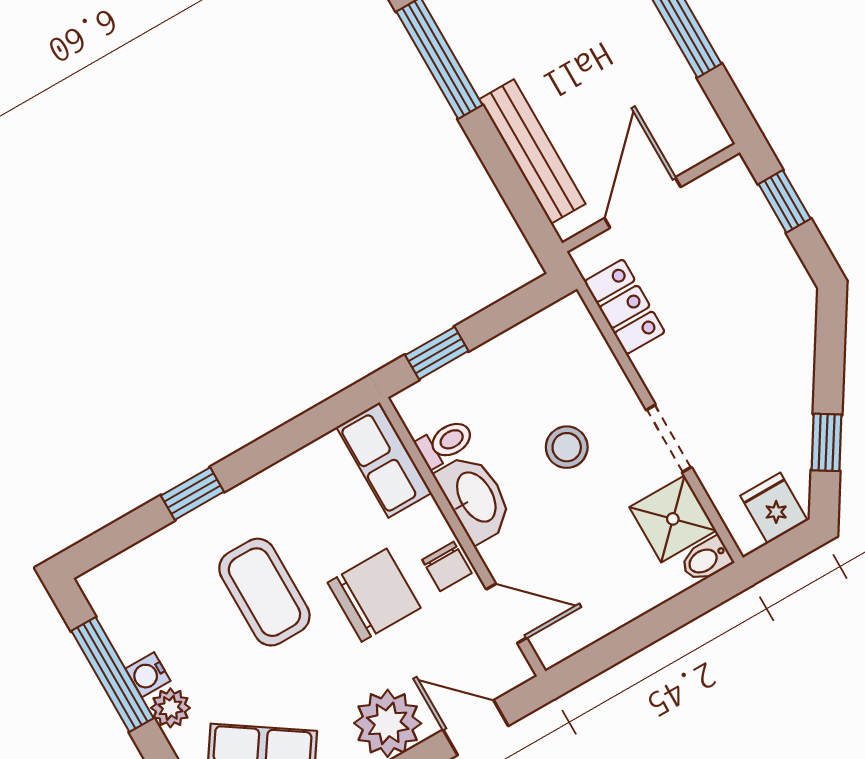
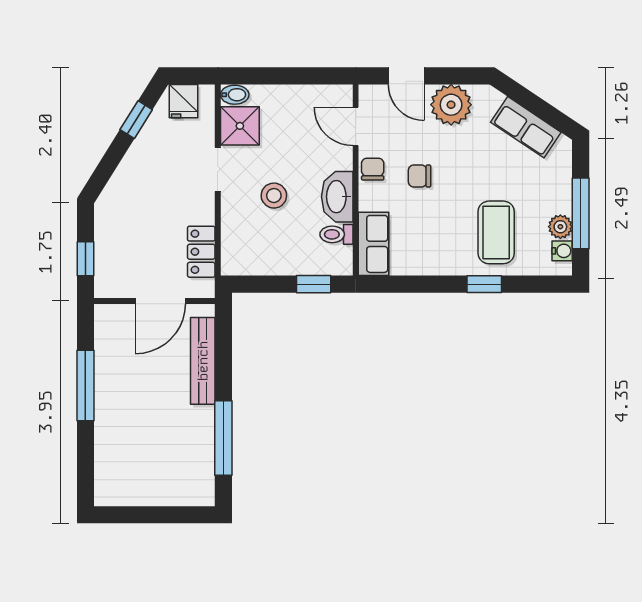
coffee table: (264, 592) -> (496, 232), moved
chair: (374, 595) -> (420, 176), width x0.54, depth x0.54
water cooler: (148, 675) -> (562, 251), moved
plant: (170, 708) -> (560, 227), moved

